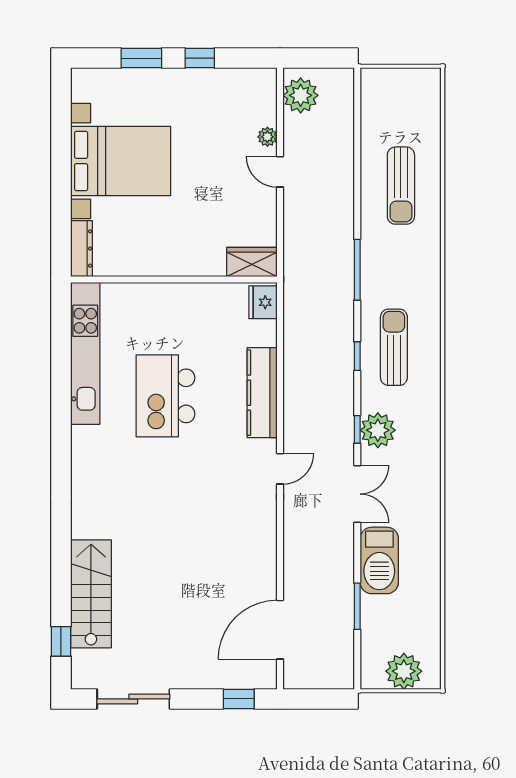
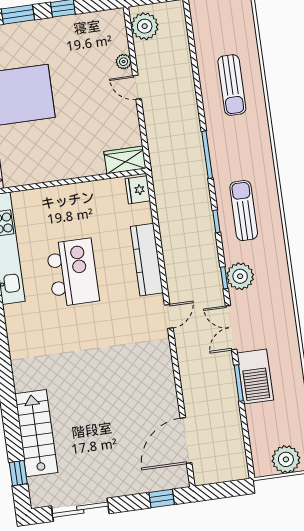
kitchen island: (166, 396) -> (73, 272), turned 180
double door: (357, 494) -> (231, 328), swing flipped
window: (357, 606) -> (239, 383), moved

